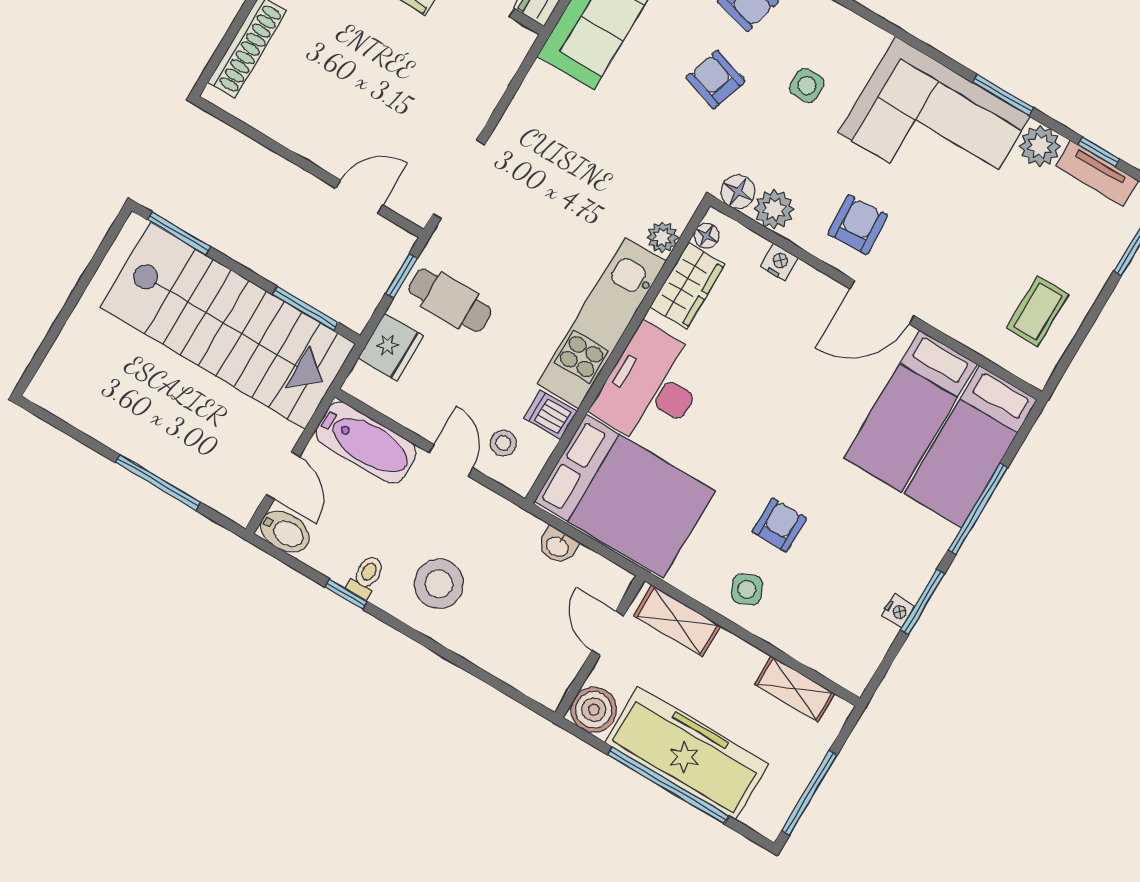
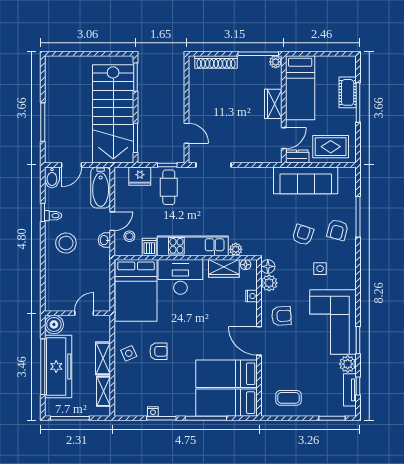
washbasin: (558, 546) -> (104, 240), moved
shelving: (677, 621) -> (103, 358), moved

